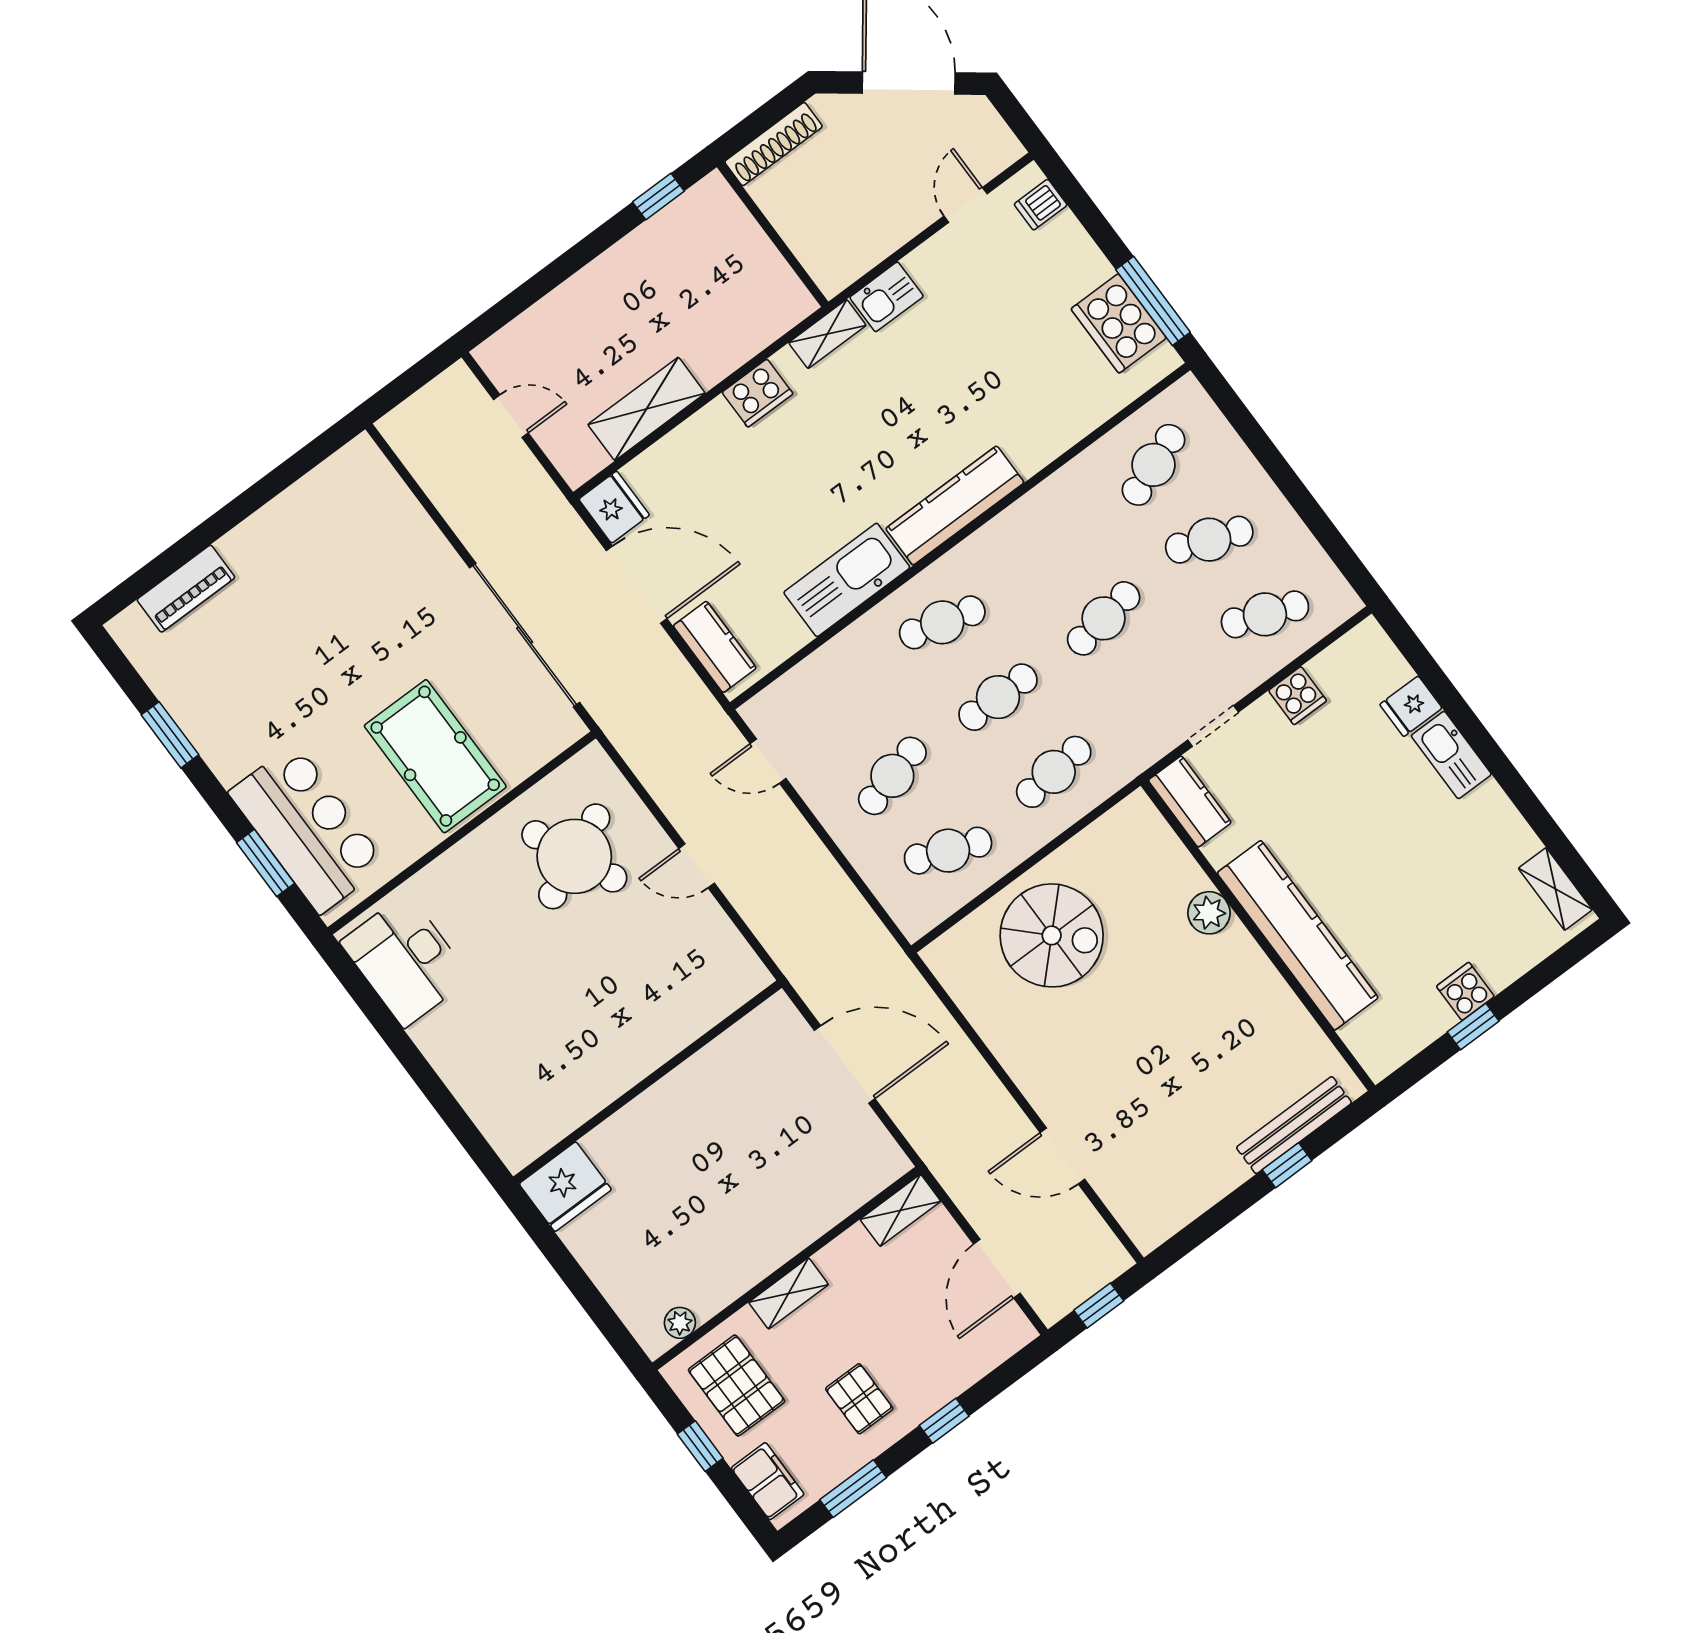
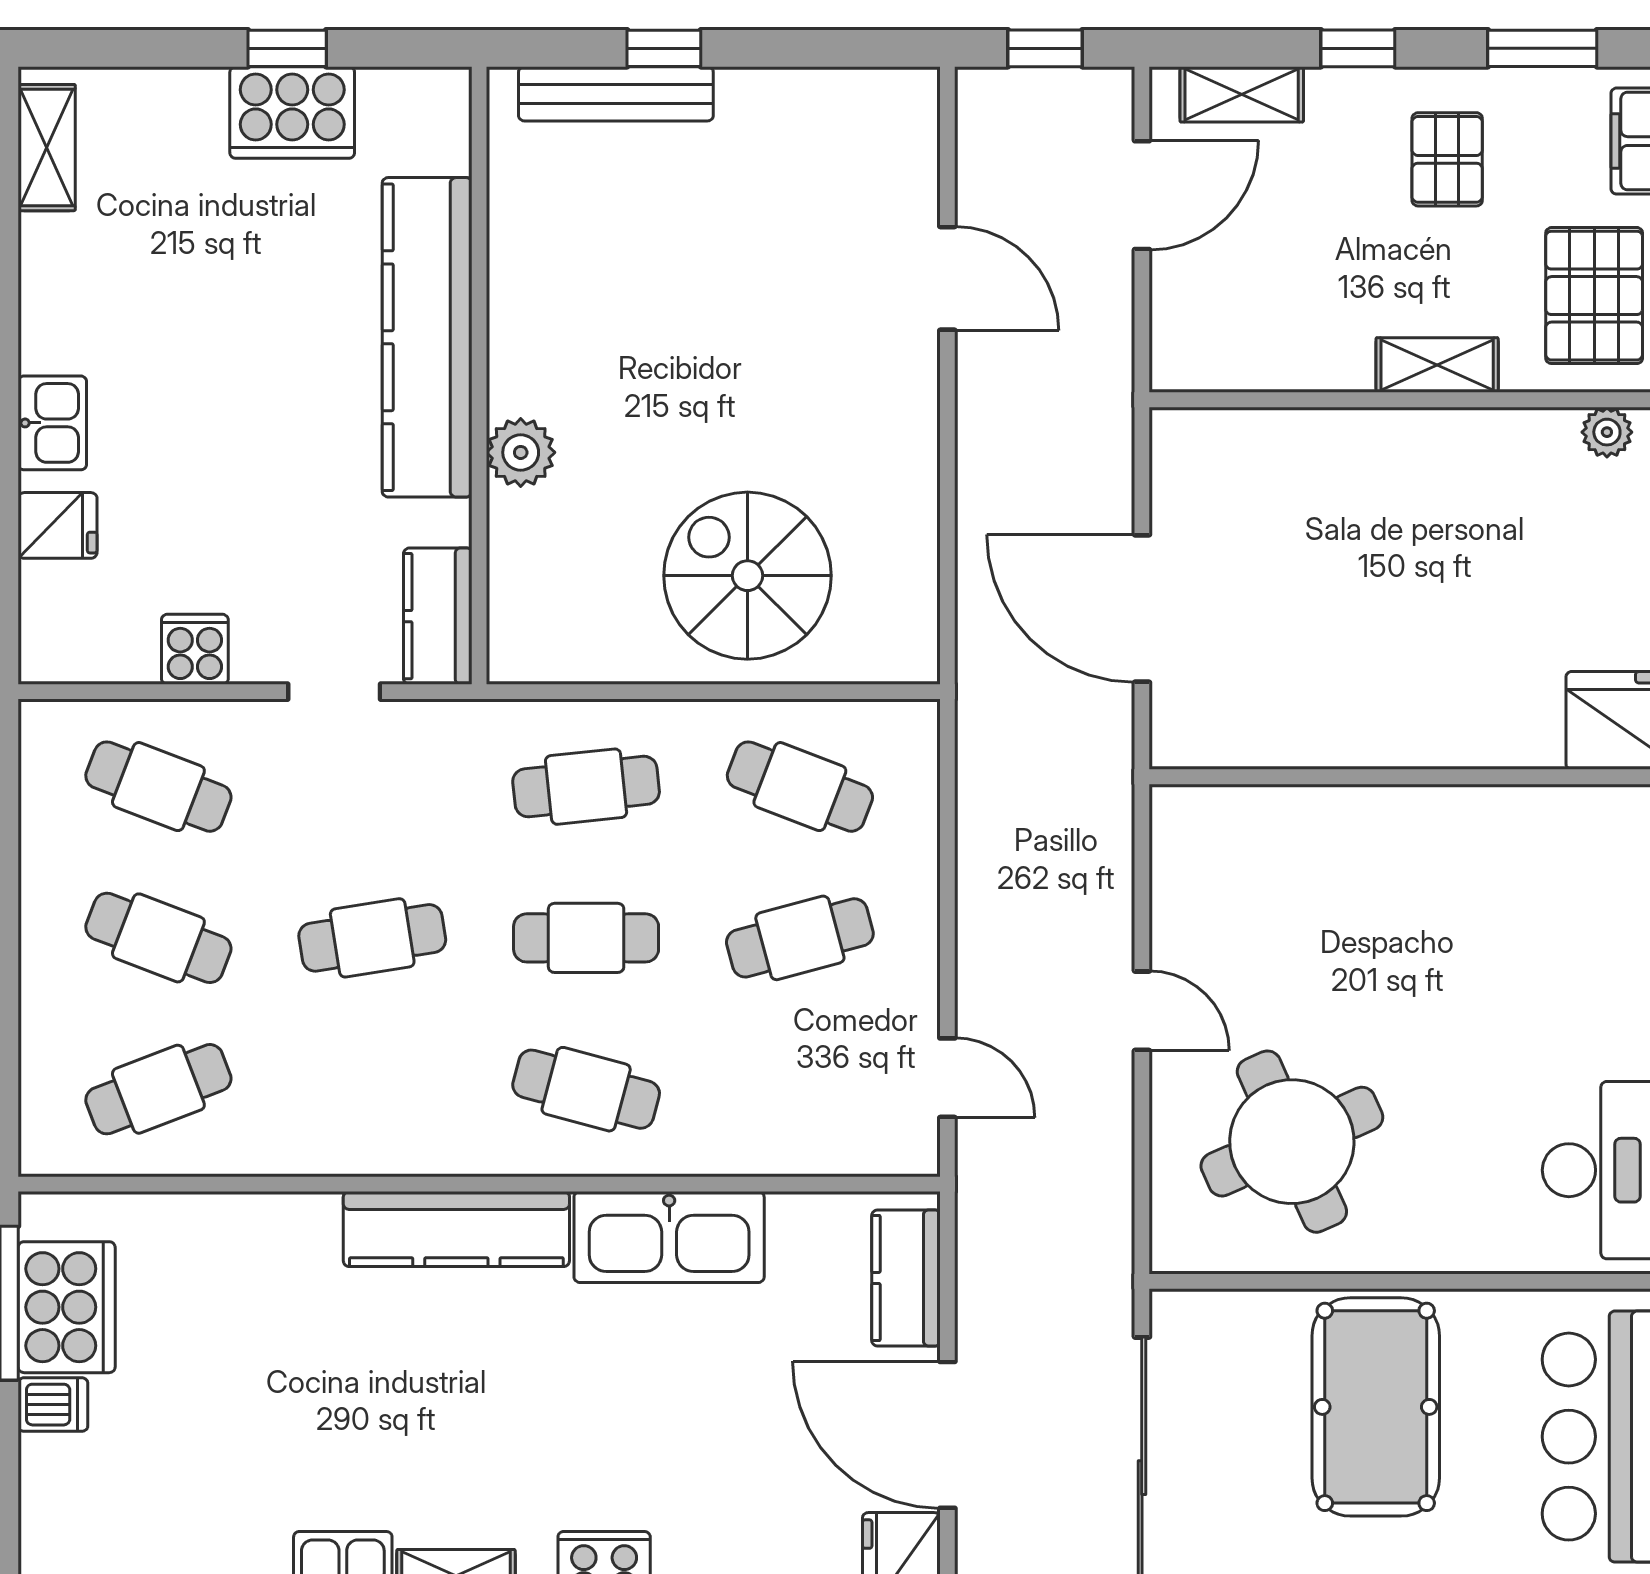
dishwasher: (1041, 205) -> (53, 1405), moved
kitchen sink: (1451, 755) -> (52, 423), width x0.73
cooker: (1465, 991) -> (292, 112), width x1.87, depth x1.31
shelving: (900, 1210) -> (1242, 94), moved

